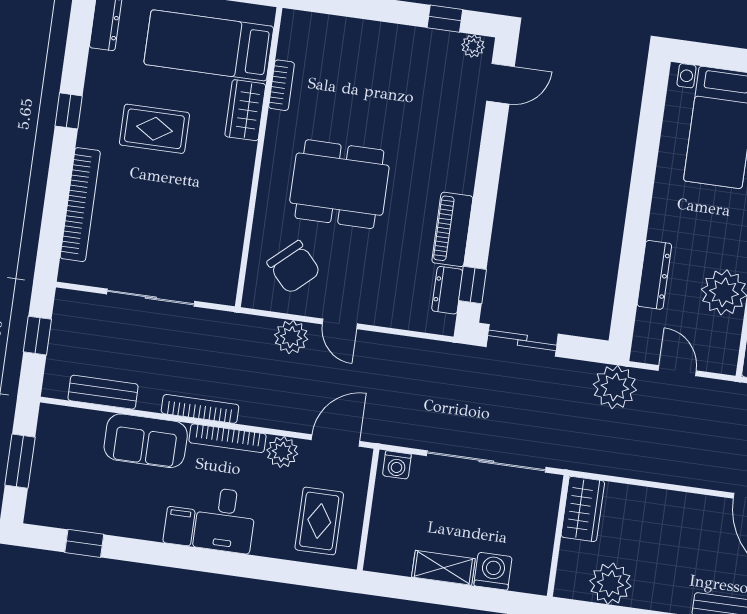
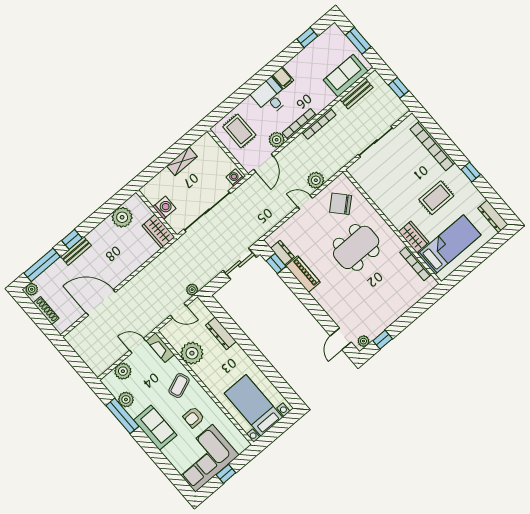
bookcase: (282, 85) -> (416, 263), width x1.56
plant: (615, 387) -> (192, 290), width x0.53, depth x0.53
sofa: (146, 441) -> (346, 76), moved
washing machine: (493, 571) -> (164, 208), moved, turned -90

